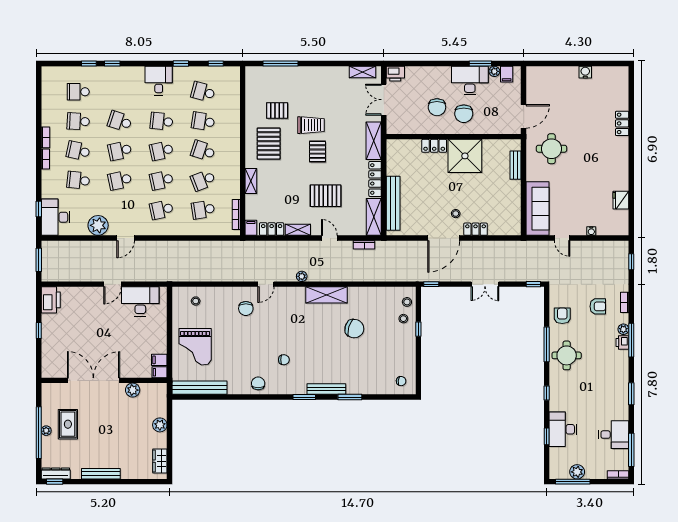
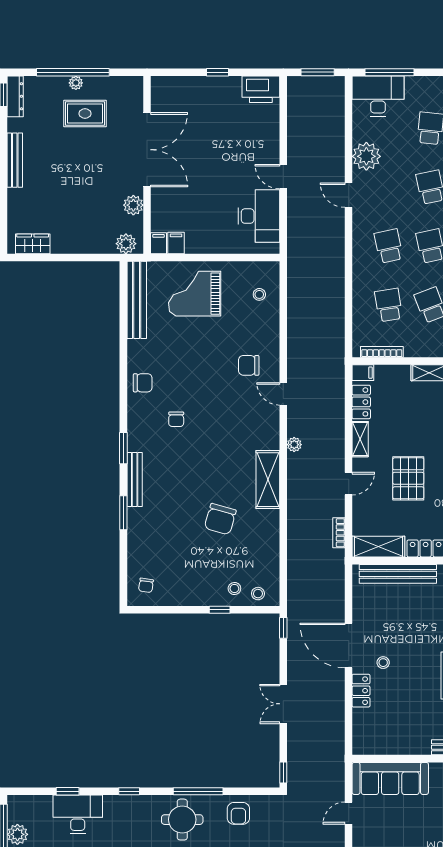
window: (39, 209) -> (390, 72), width x2.17
armchair: (562, 316) -> (238, 813), turned 90
plant: (160, 425) -> (126, 244), moved

